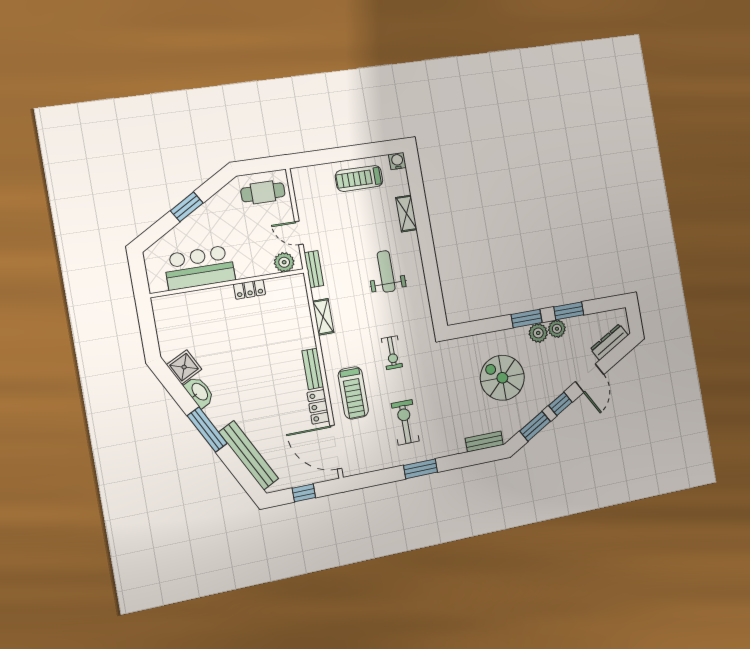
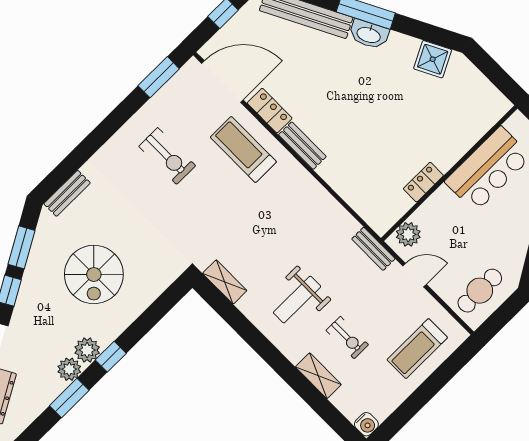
treadmill: (359, 178) -> (417, 349), moved, turned 180
weight bench: (386, 271) -> (297, 300), turned 90
shelving: (323, 317) -> (225, 282), moved
window: (527, 318) -> (111, 357), width x0.67
exercise bike: (392, 353) -> (347, 338), moved, turned 180
spiral stairs: (502, 378) -> (94, 274), turned 90
washbasin: (199, 392) -> (369, 34), moved
window: (421, 469) -> (159, 77), moved

